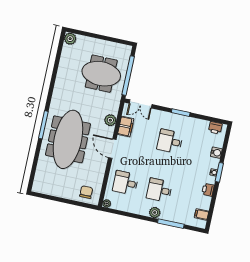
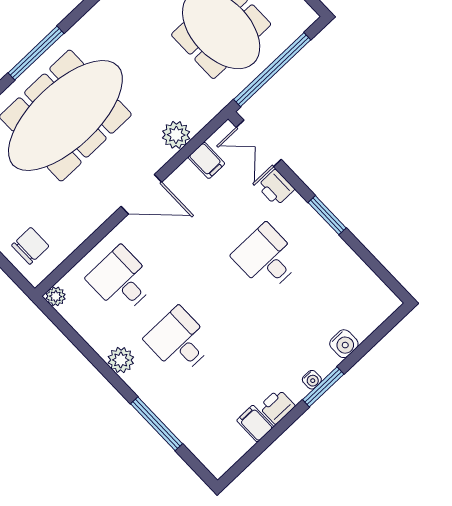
filing cabinet: (126, 127) -> (206, 160), width x0.50
printer: (215, 128) -> (276, 188), moved
door: (112, 149) -> (141, 194), swing flipped
plant: (155, 212) -> (121, 360), moved
filing cabinet: (202, 214) -> (255, 424), moved

